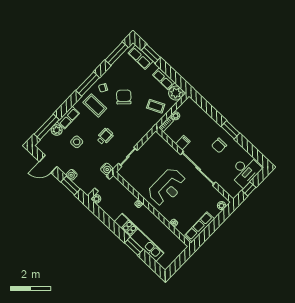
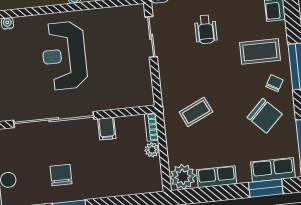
chair: (124, 97) -> (265, 116), moved
coffee table: (156, 106) -> (196, 112), moved

